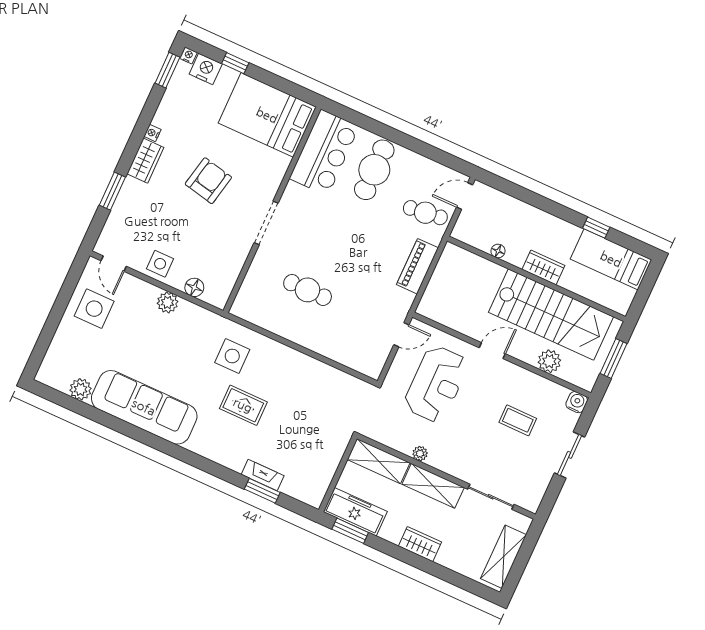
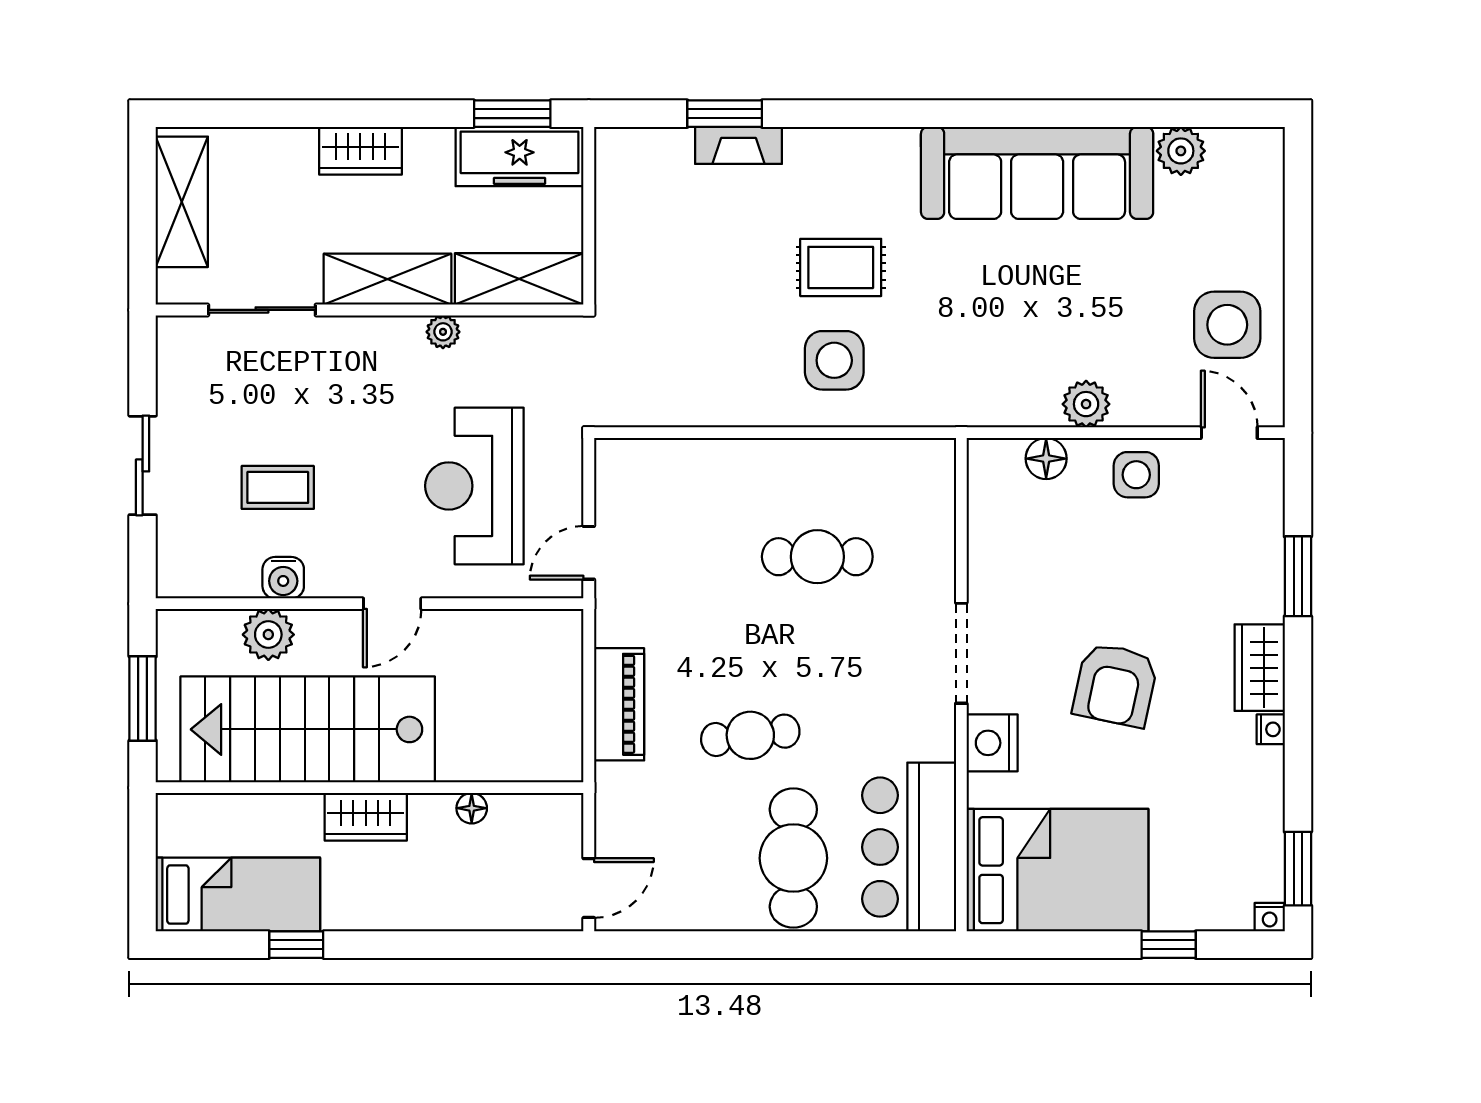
nightstand: (206, 69) -> (992, 743), moved, turned 90
cafe table: (425, 213) -> (750, 735), moved
side table: (232, 356) -> (834, 360), moved
water cooler: (577, 402) -> (283, 578), moved

